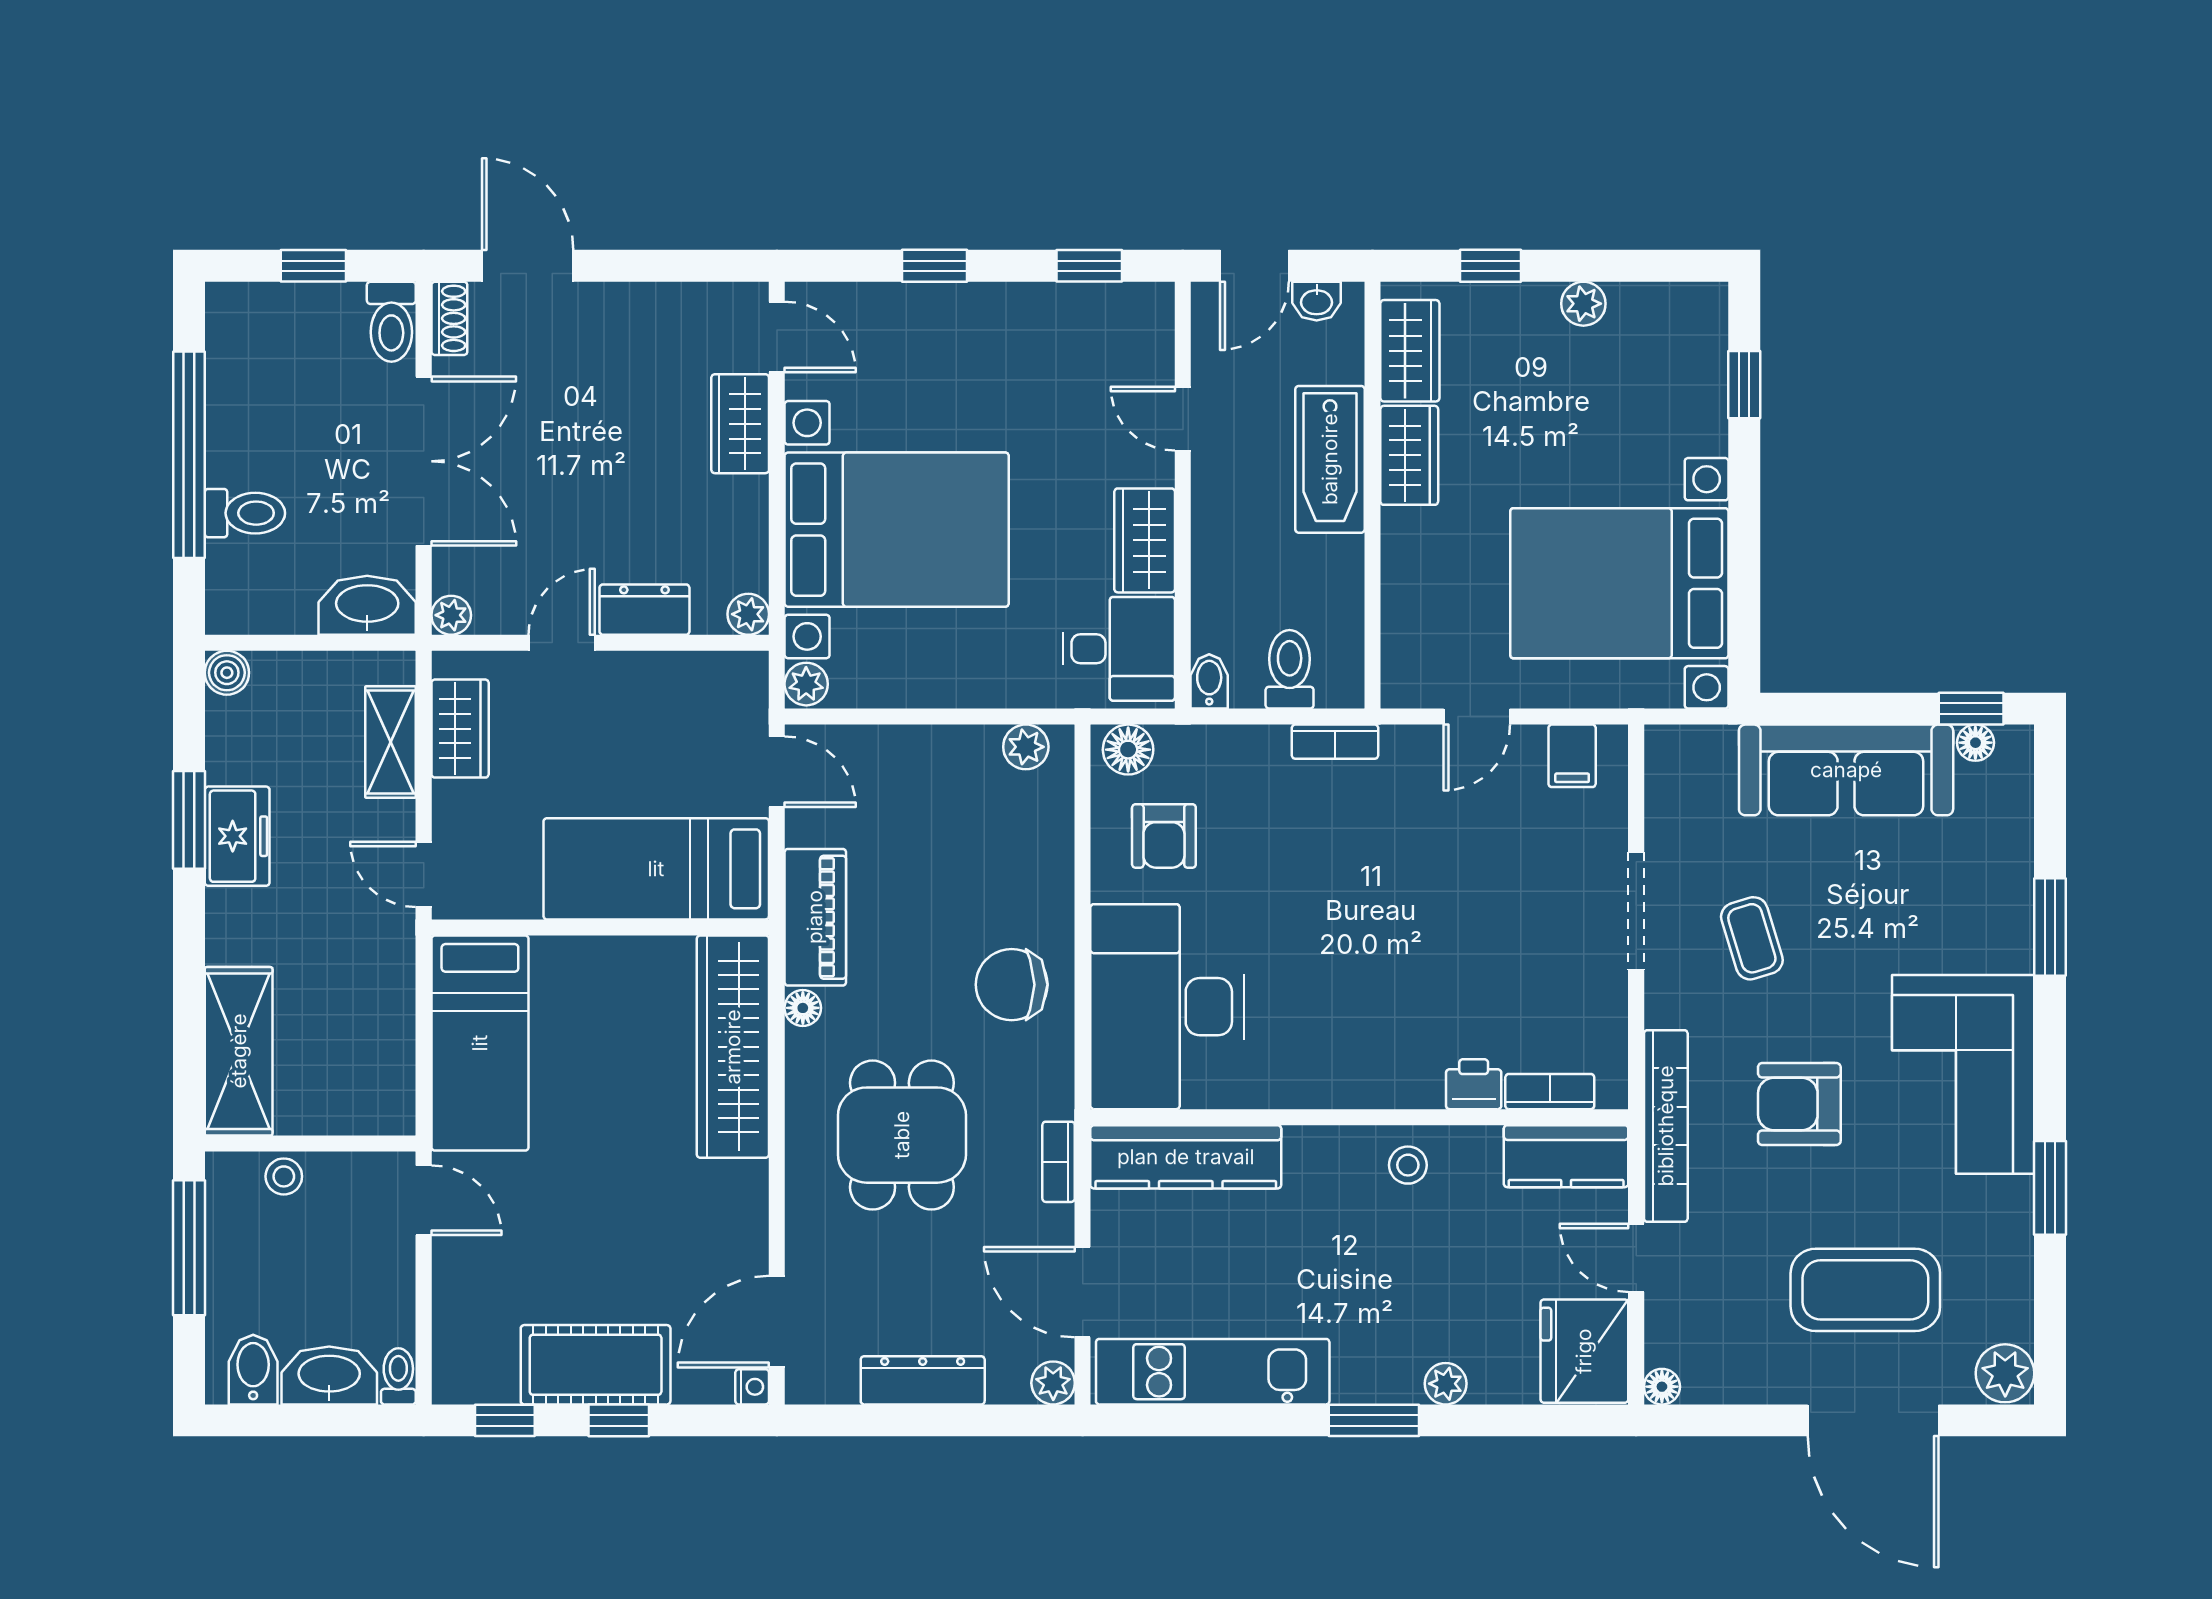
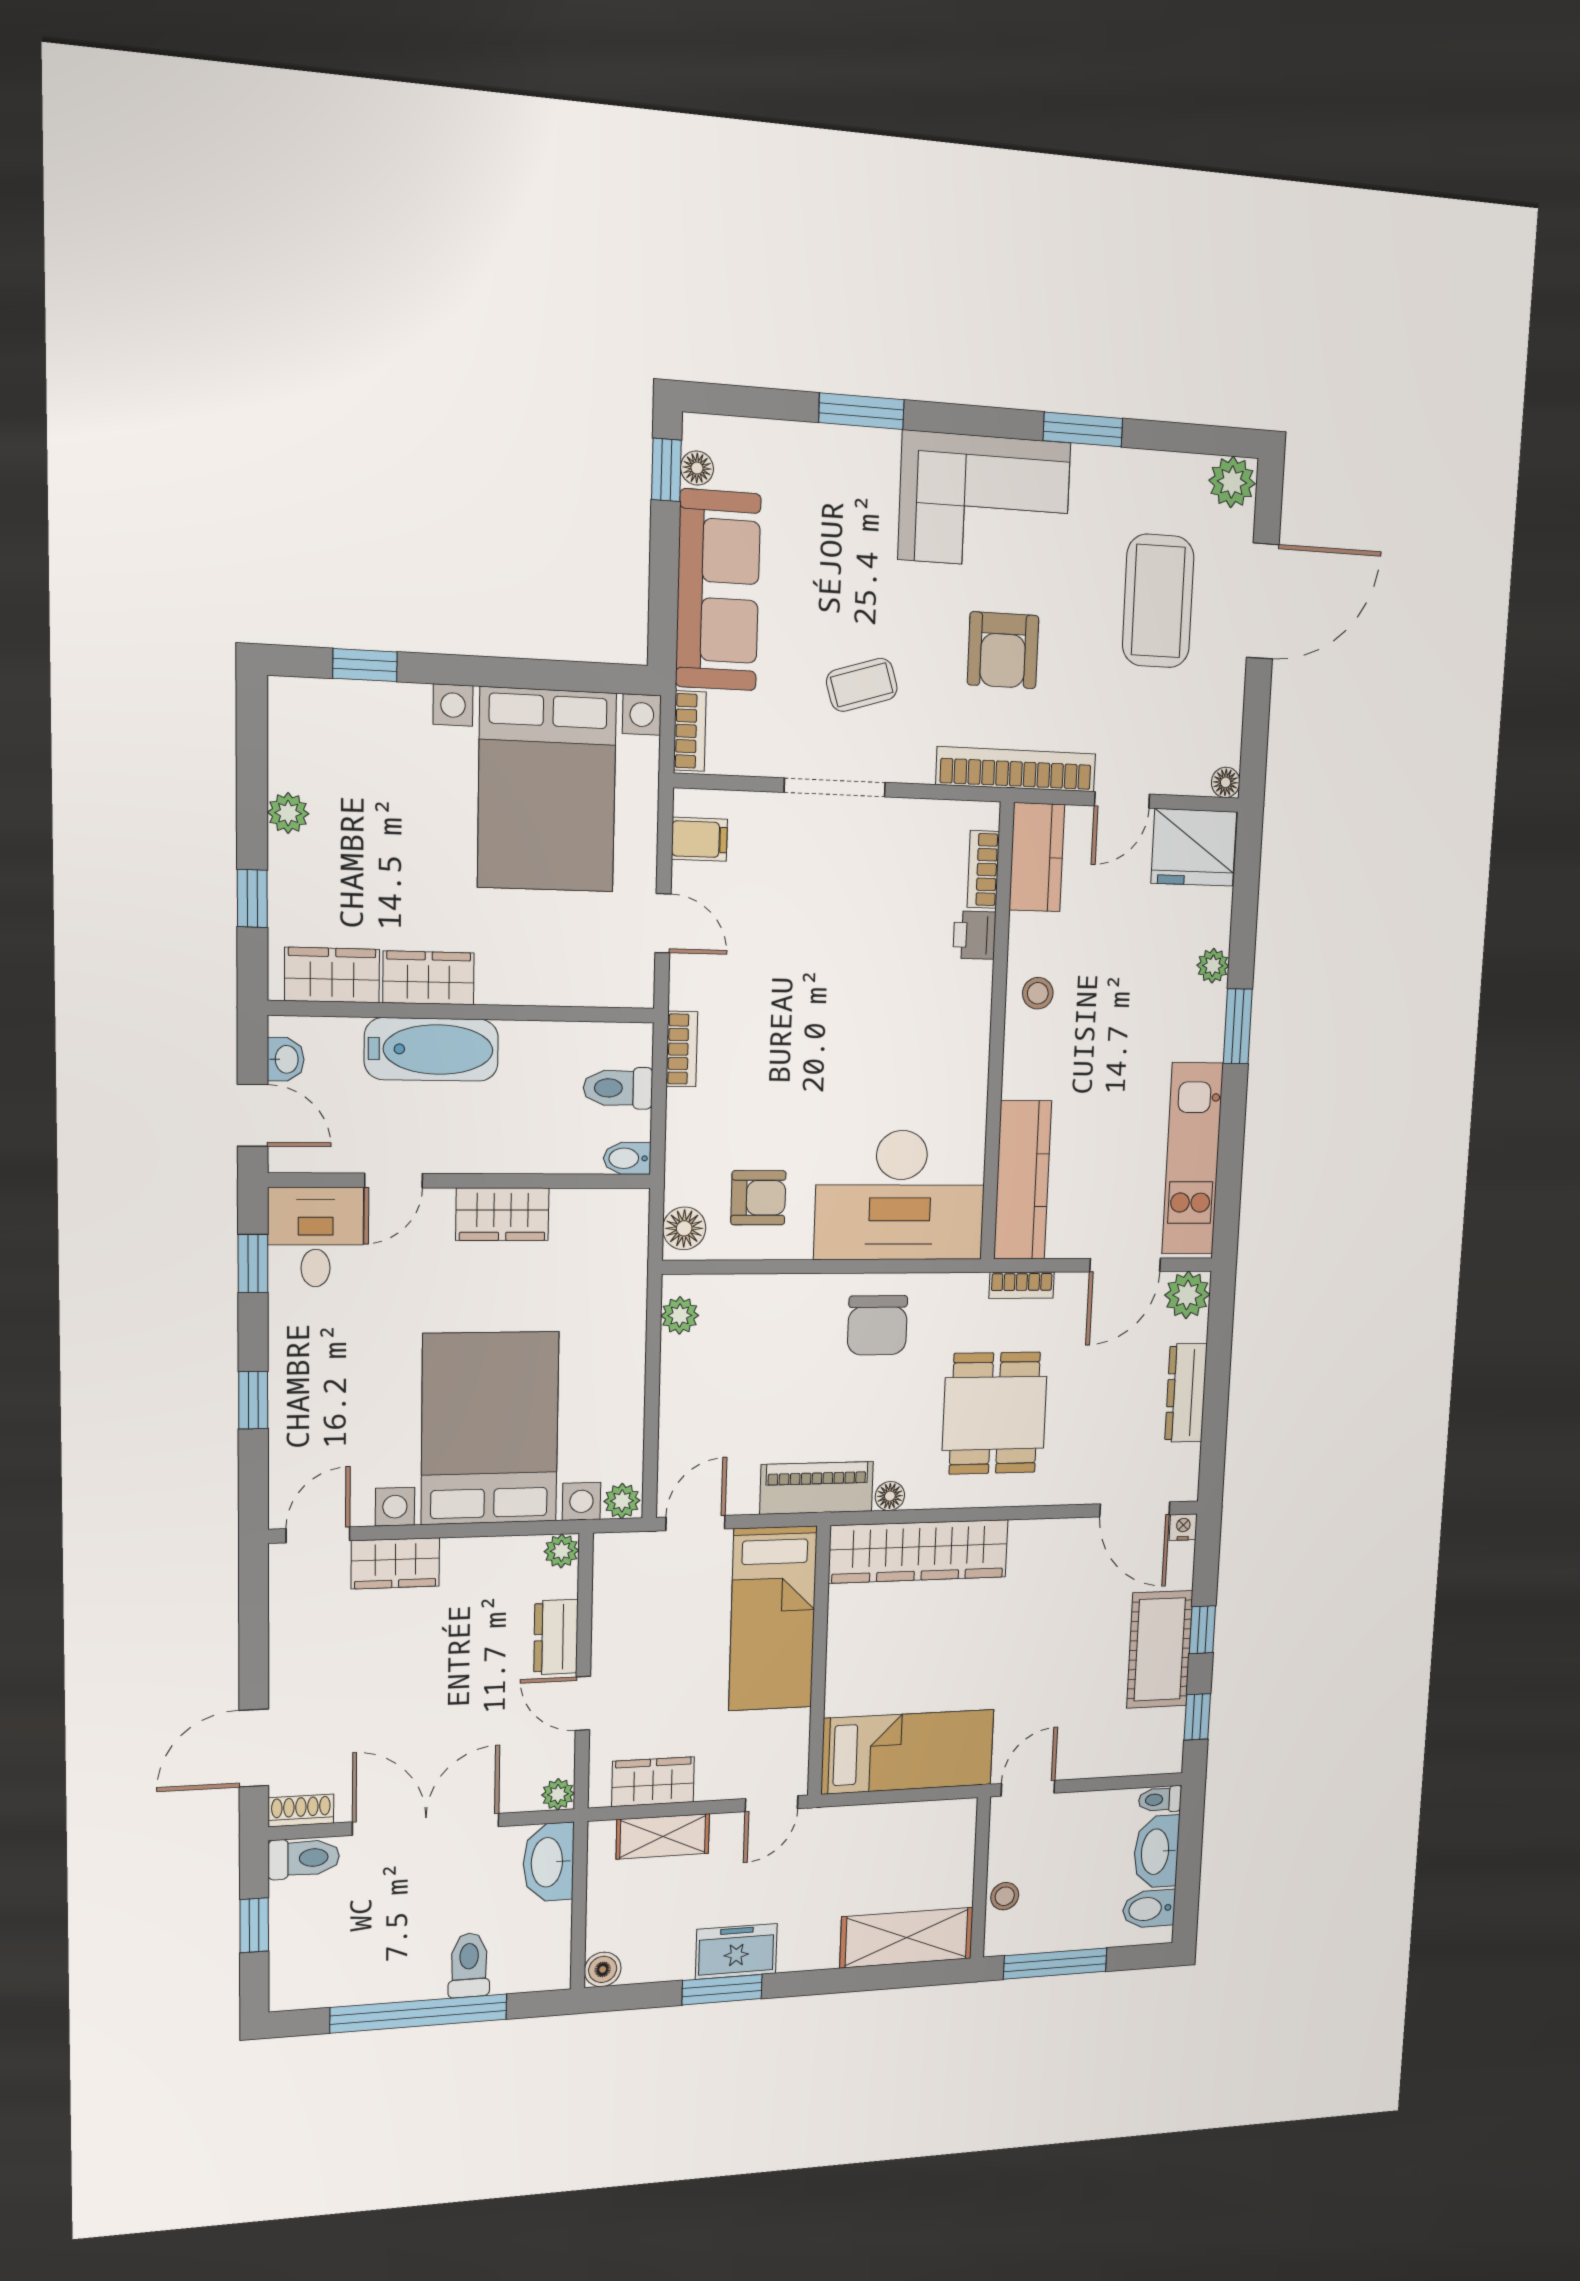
desk: (1119, 649) -> (316, 1237), moved
bookcase: (1691, 742) -> (690, 731), added
dining table: (902, 1135) -> (995, 1413), turned 90
plant: (1053, 1383) -> (1187, 1295), width x1.38, depth x1.38

